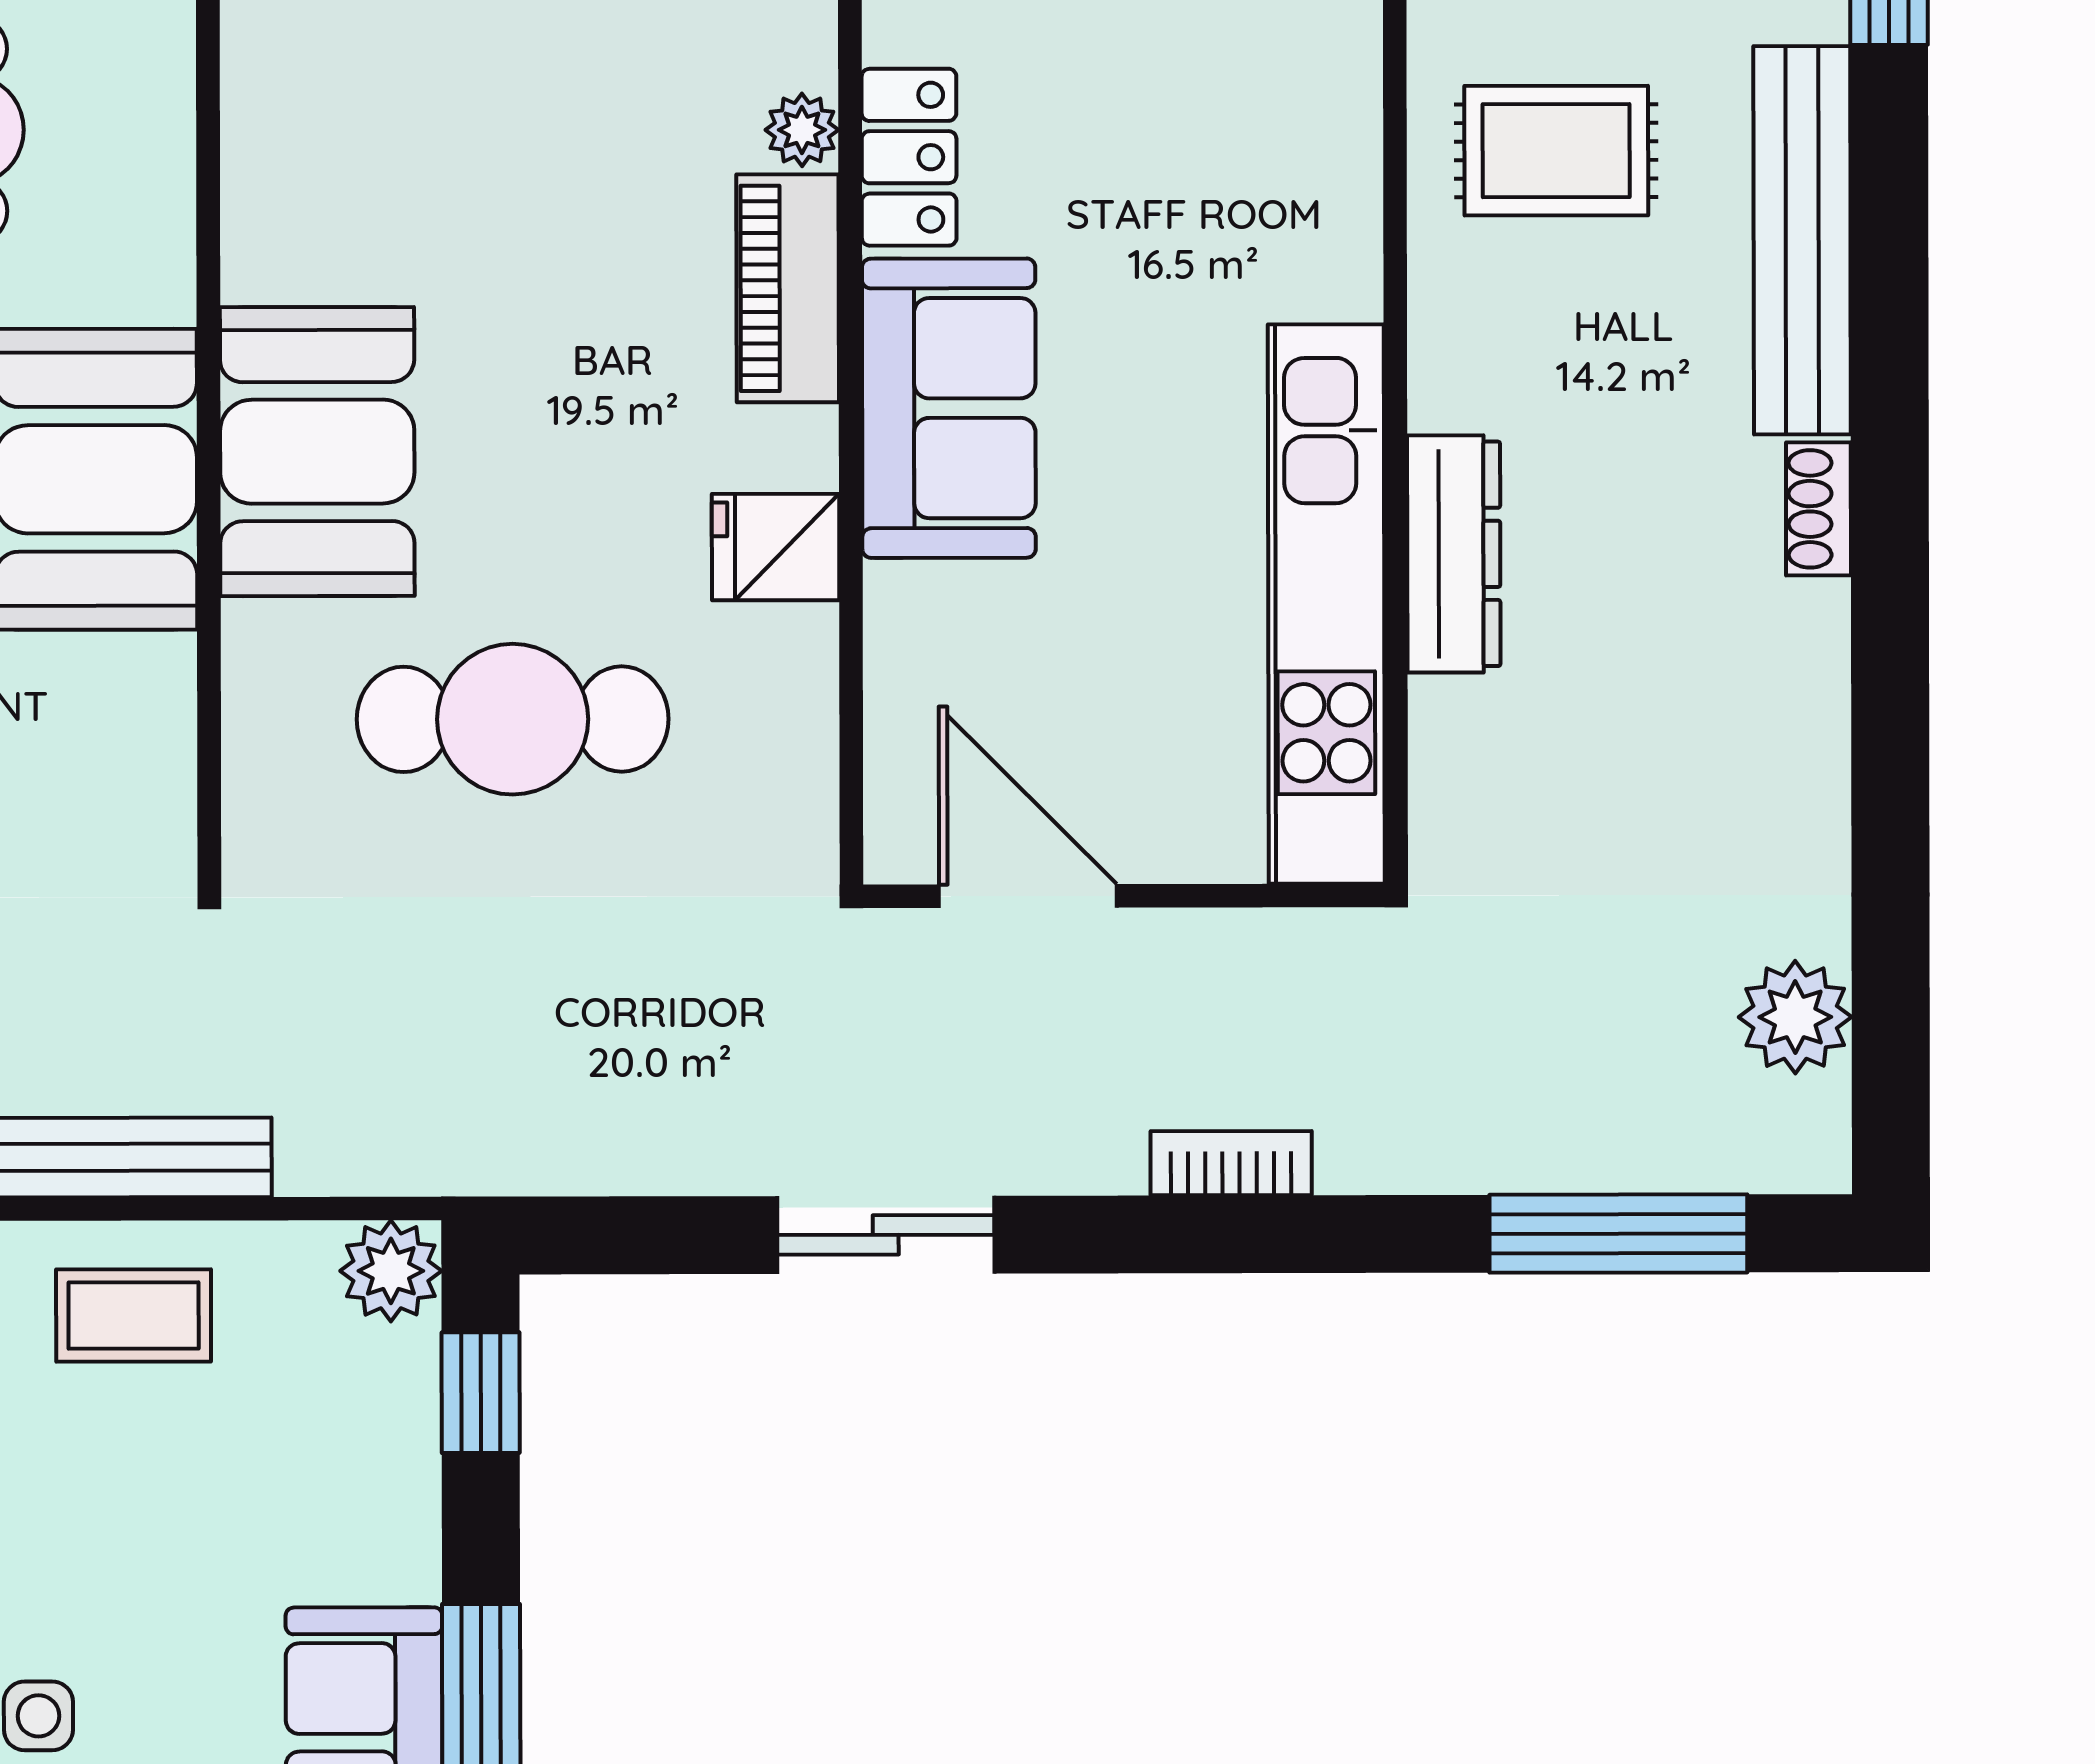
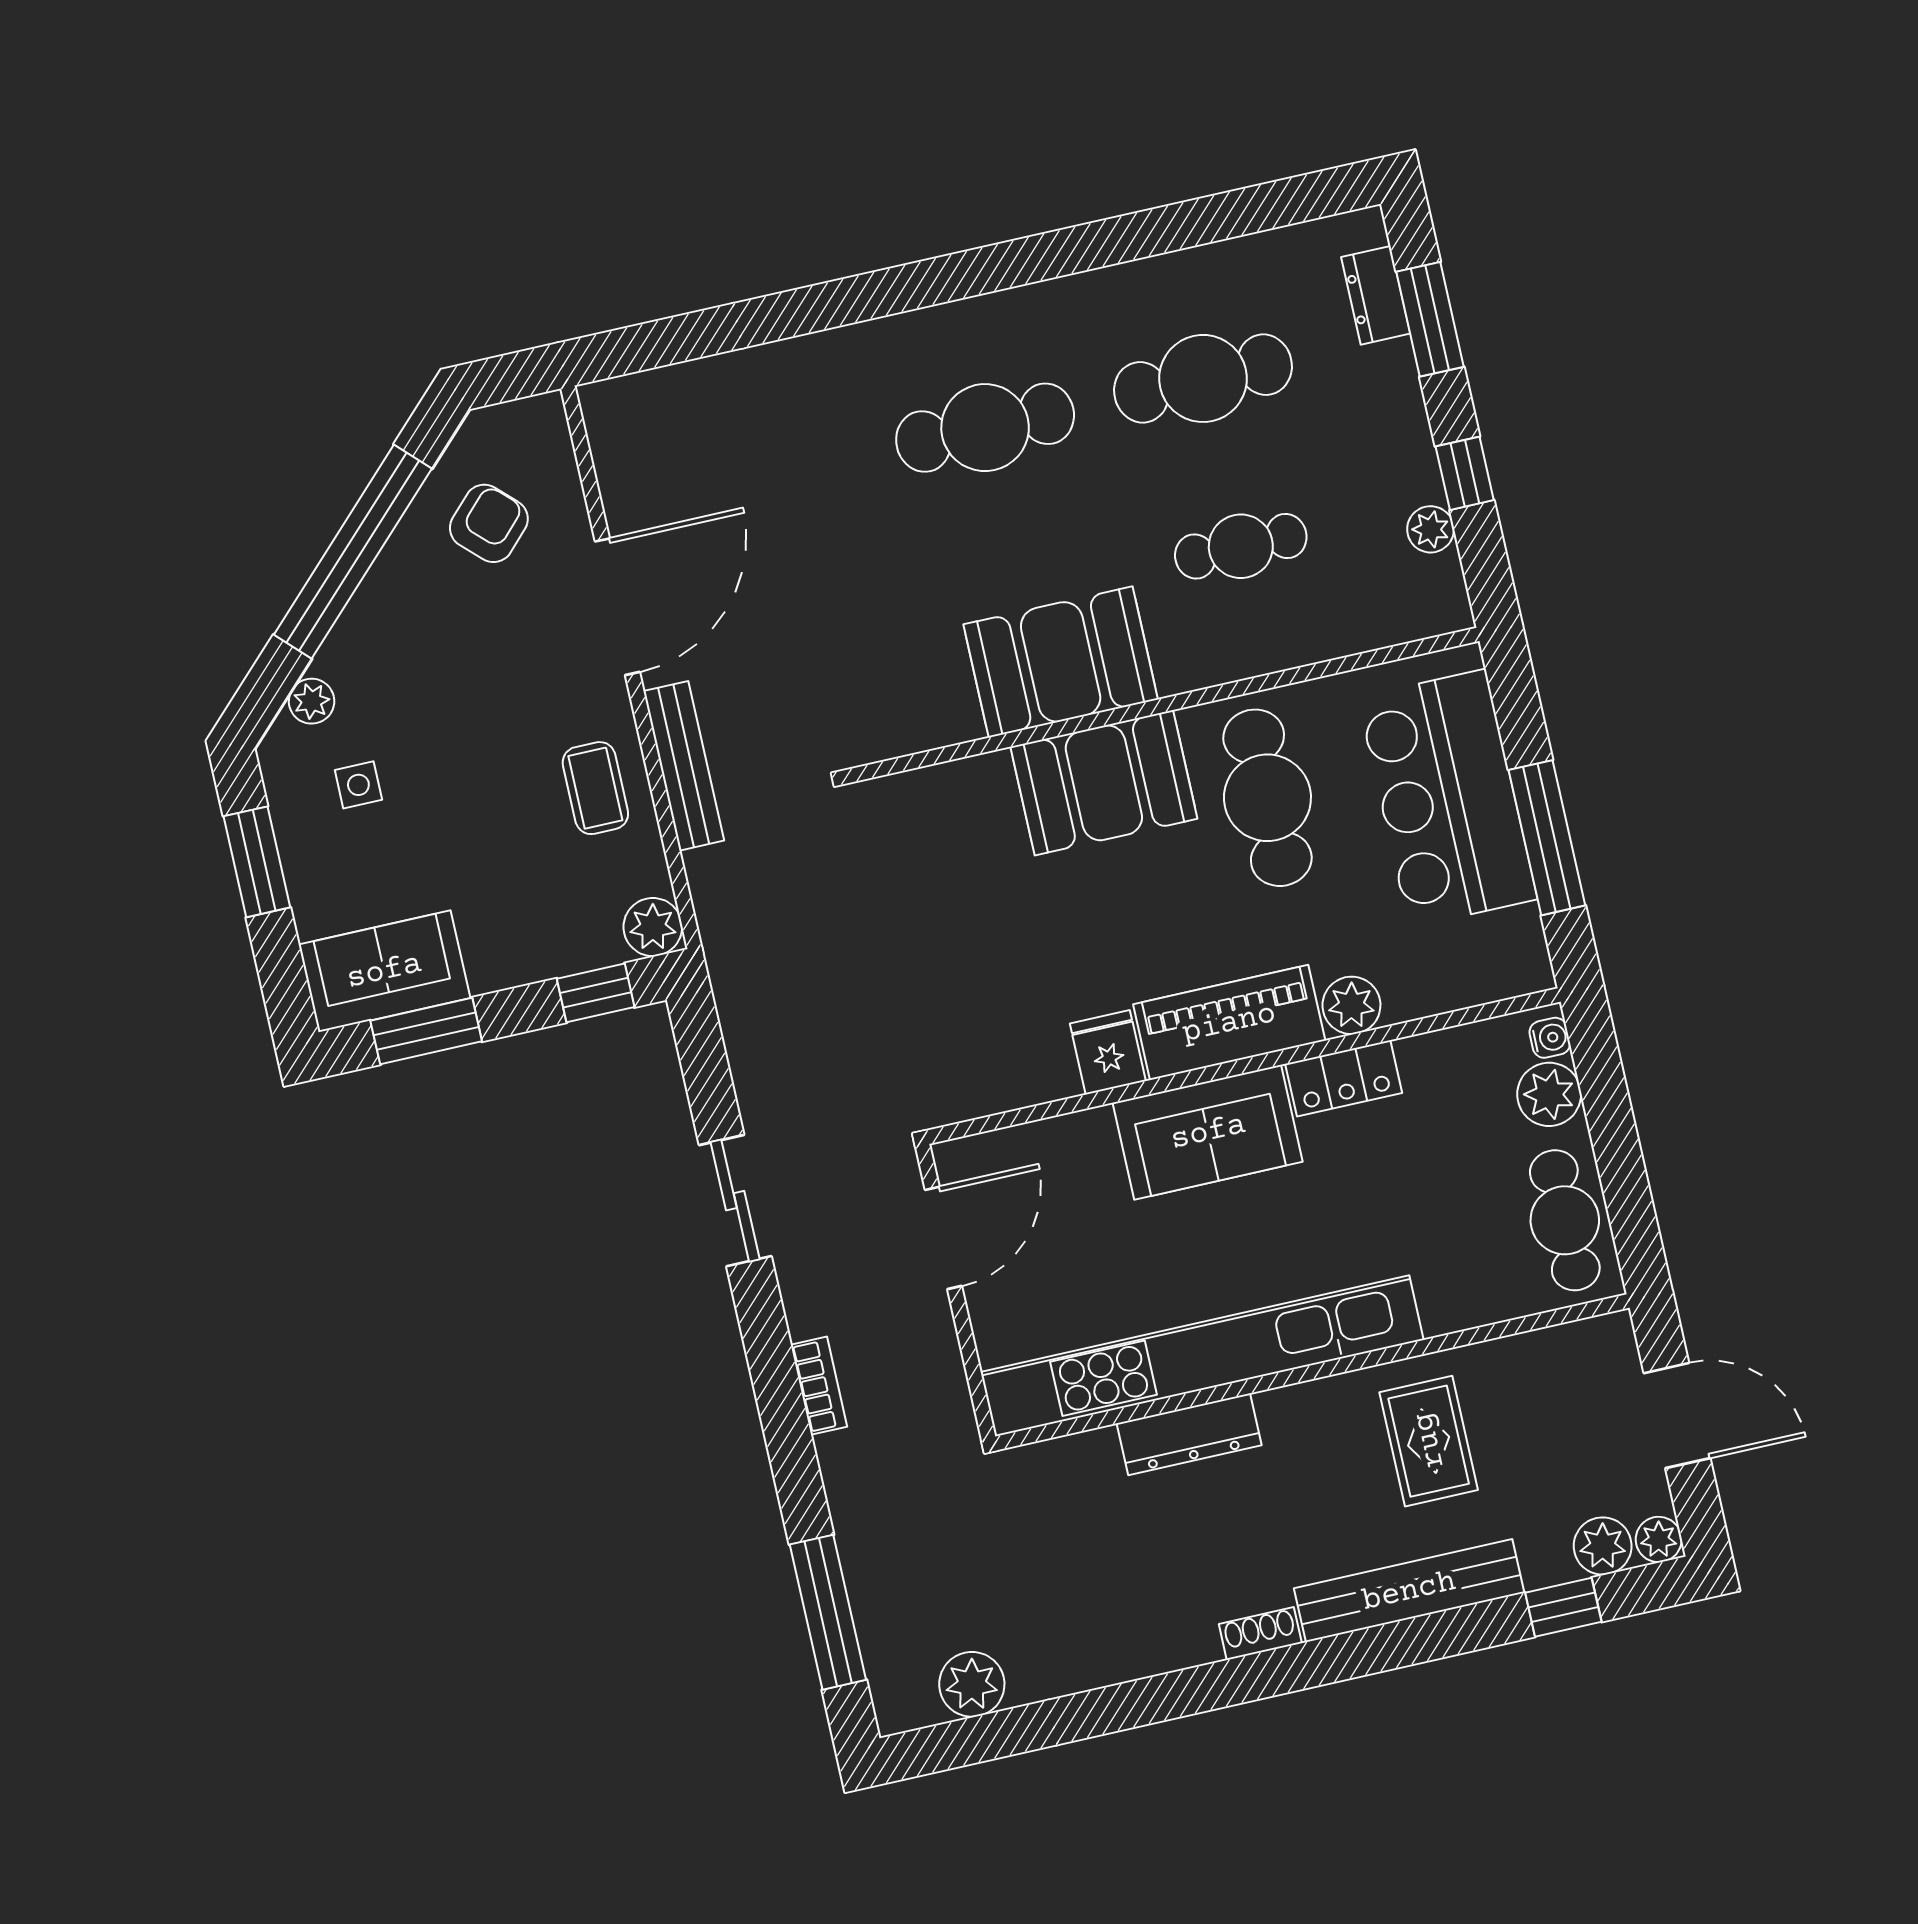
plant: (802, 130) -> (1351, 1005), width x1.38, depth x1.38
piano: (788, 288) -> (1229, 1023), width x1.37, depth x1.33
kitchen unit: (1326, 604) -> (1202, 1356), width x1.36
cafe table: (513, 719) -> (1267, 798), moved

